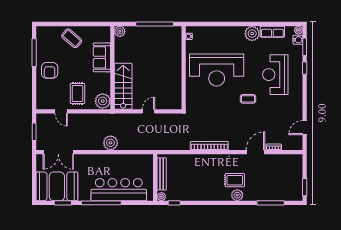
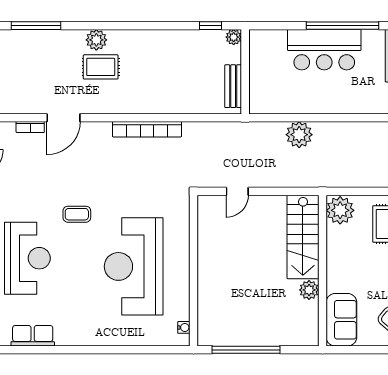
plant: (120, 31) -> (309, 290), moved
plant: (252, 34) -> (69, 333), removed
sofa: (102, 57) -> (341, 320), moved
reception desk: (217, 70) -> (134, 266), turned -90
door: (148, 111) -> (237, 191), moved
plant: (111, 143) -> (299, 135), moved
bench: (162, 174) -> (233, 86), width x0.73
bar counter: (119, 190) -> (324, 50), width x0.73

